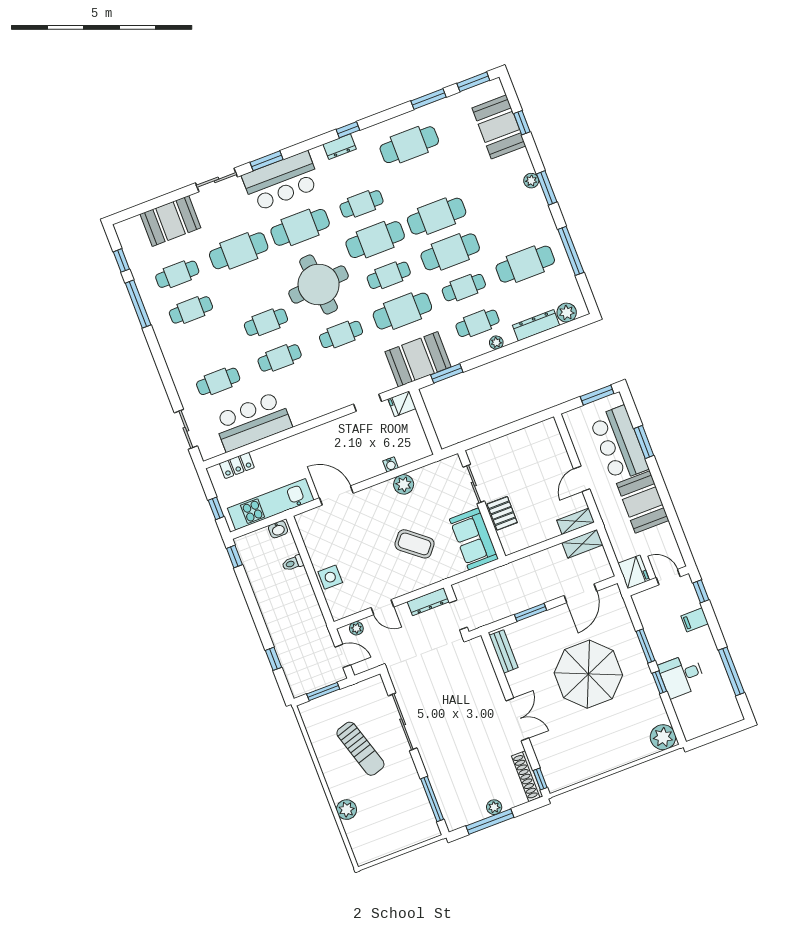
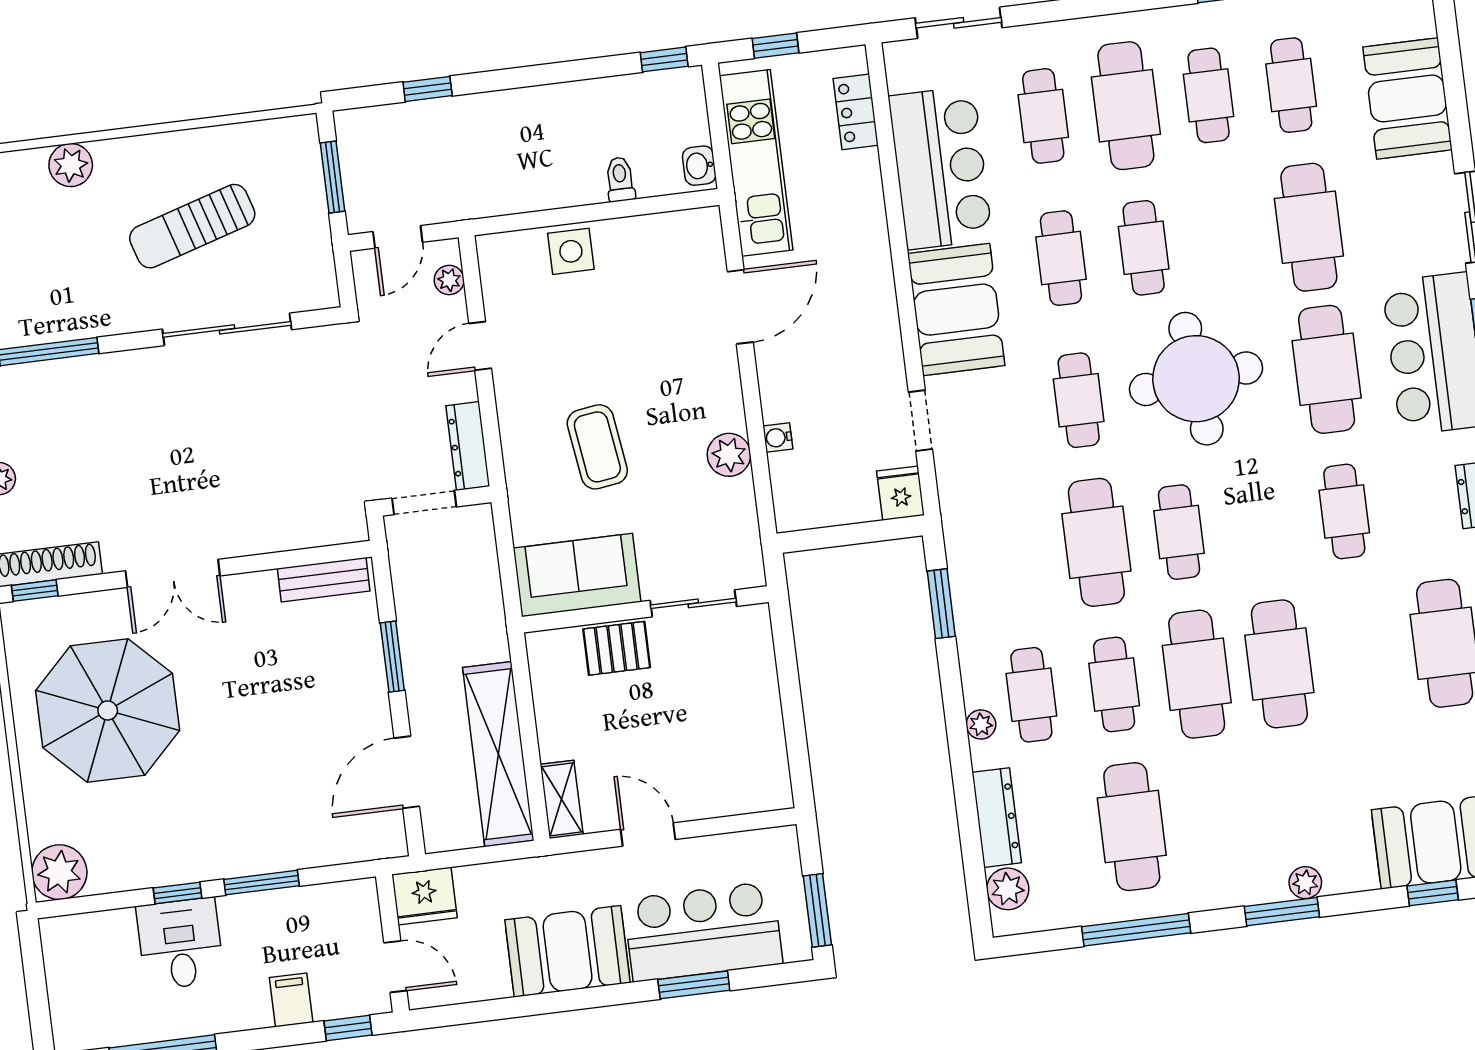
cafe table: (375, 240) -> (1126, 106), moved
booth: (418, 359) -> (956, 310), moved
coffee table: (415, 544) -> (597, 447), turned -47
shelving: (582, 544) -> (498, 754), width x2.20, depth x1.33
door: (668, 577) -> (395, 967), hinge flipped
door: (580, 593) -> (407, 772), hinge flipped
parasol: (588, 674) -> (108, 710), moved

